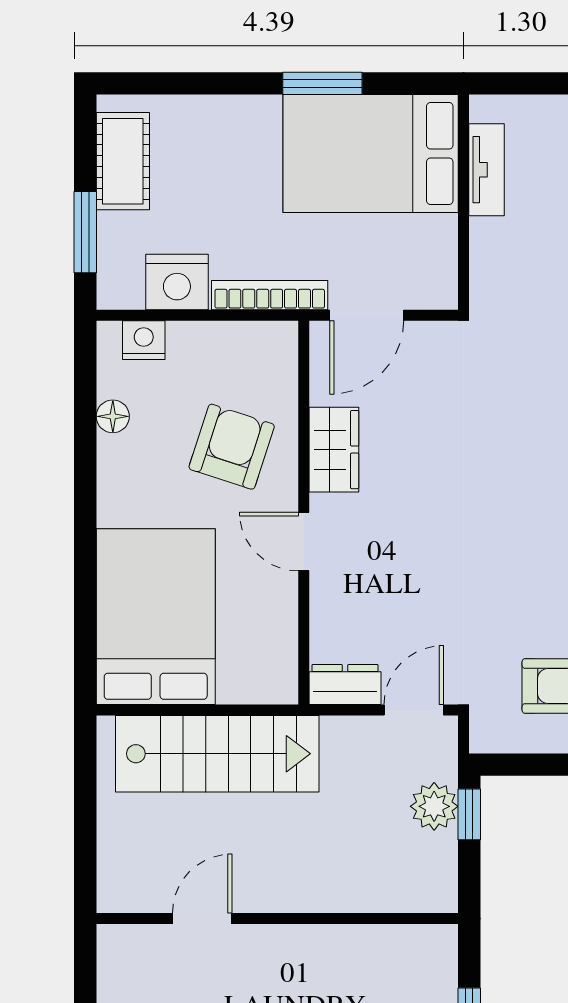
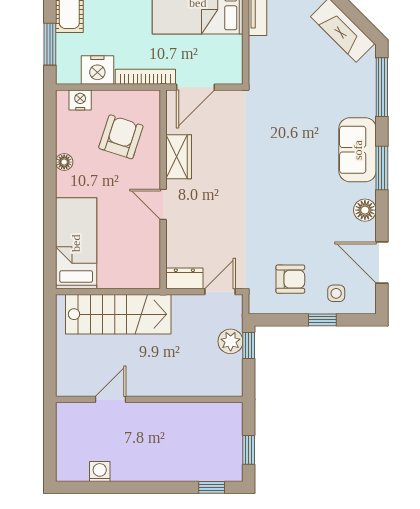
floor lamp: (113, 416) -> (64, 162), moved
armchair: (232, 447) -> (121, 137), moved
bed: (156, 617) -> (76, 243), width x0.67

